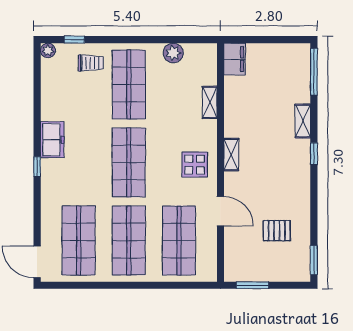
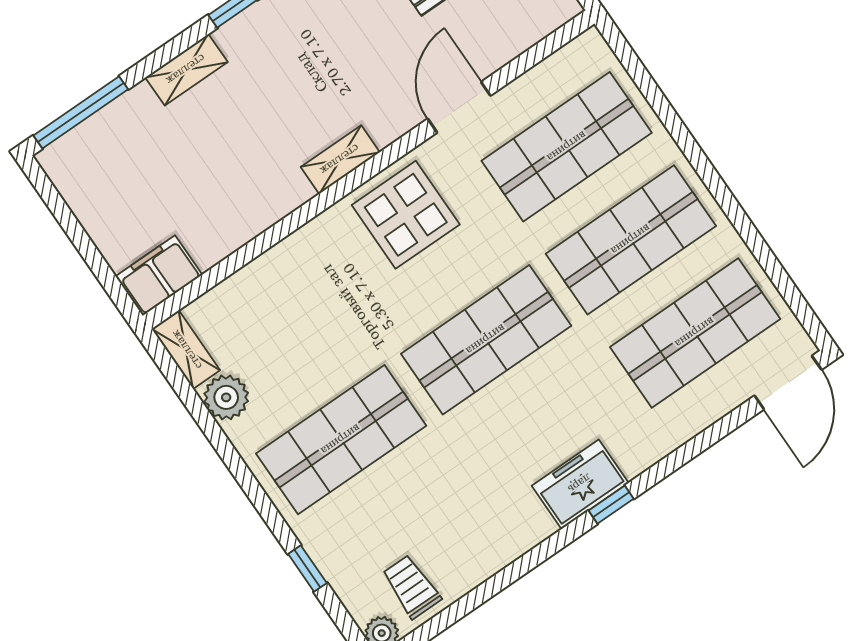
window: (74, 40) -> (307, 569), moved
trolley: (91, 63) -> (411, 587), moved
shelving: (210, 102) -> (186, 350), moved, turned 90
freezer: (52, 140) -> (580, 484), moved
display table: (195, 165) -> (406, 215), width x1.36, depth x1.36

